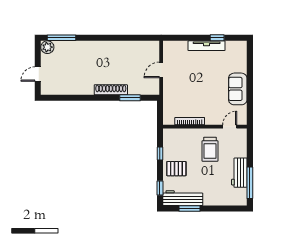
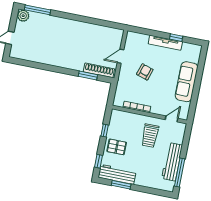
armchair: (191, 82) -> (145, 72), added
sofa: (238, 89) -> (187, 82), width x1.36
shoe rack: (111, 90) -> (99, 70), moved
workbench: (239, 173) -> (172, 162), width x1.37

